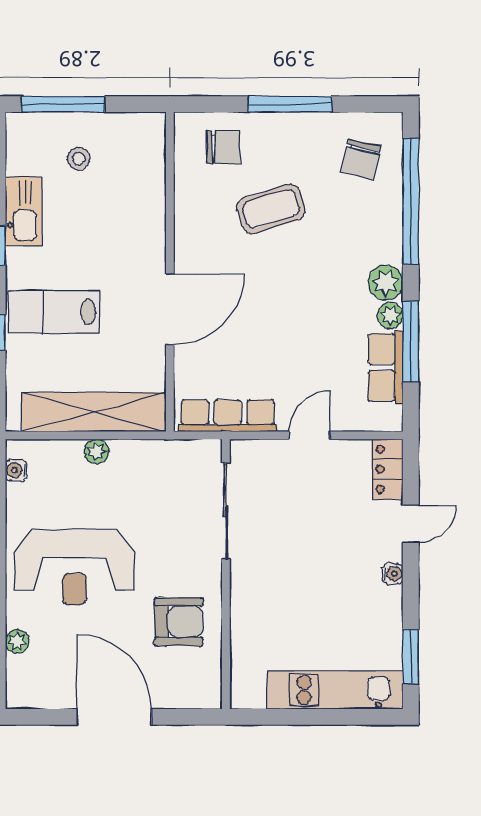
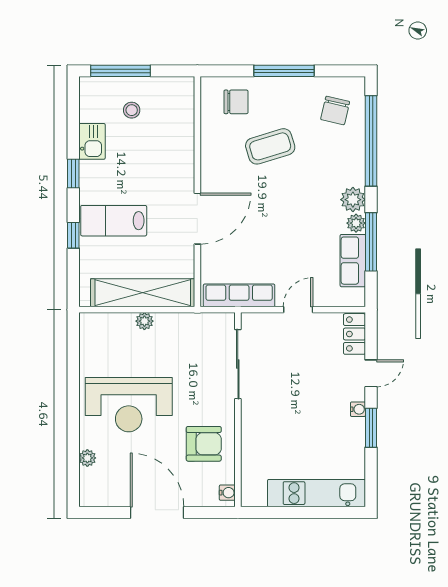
kitchen sink: (23, 211) -> (92, 141), width x0.73
water cooler: (16, 470) -> (227, 493), moved, turned 180
window: (411, 657) -> (371, 428), moved

